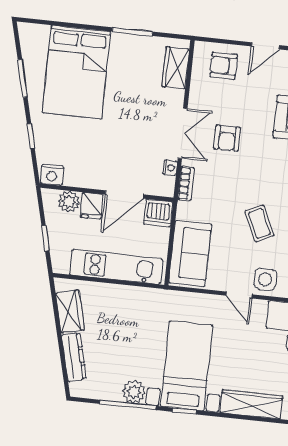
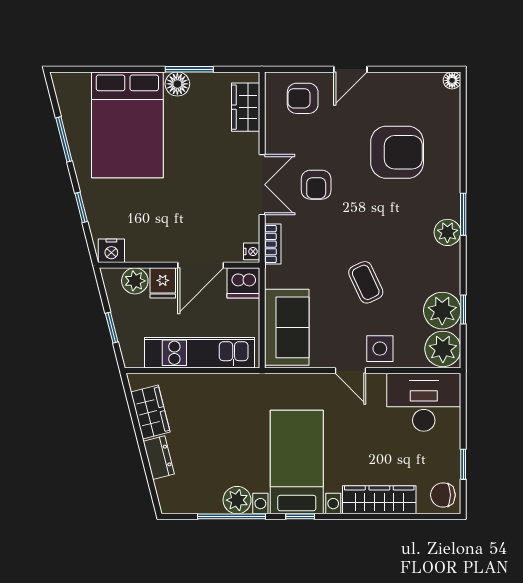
floor lamp: (121, 43) -> (177, 84), added
nightstand: (170, 168) -> (252, 251), moved
dresser: (74, 357) -> (159, 458), width x0.70

